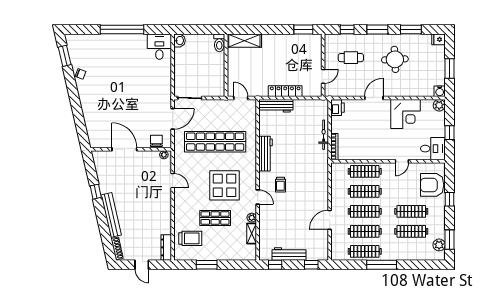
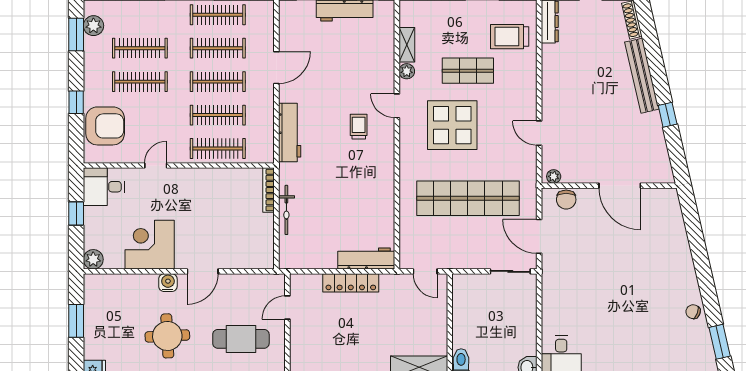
cafe table: (351, 58) -> (241, 339), width x1.37, depth x1.35
water cooler: (440, 91) -> (168, 283), moved
printer: (338, 108) -> (263, 255), removed
door: (173, 119) -> (539, 236), hinge flipped
workbench: (266, 154) -> (290, 132), moved, turned 180

